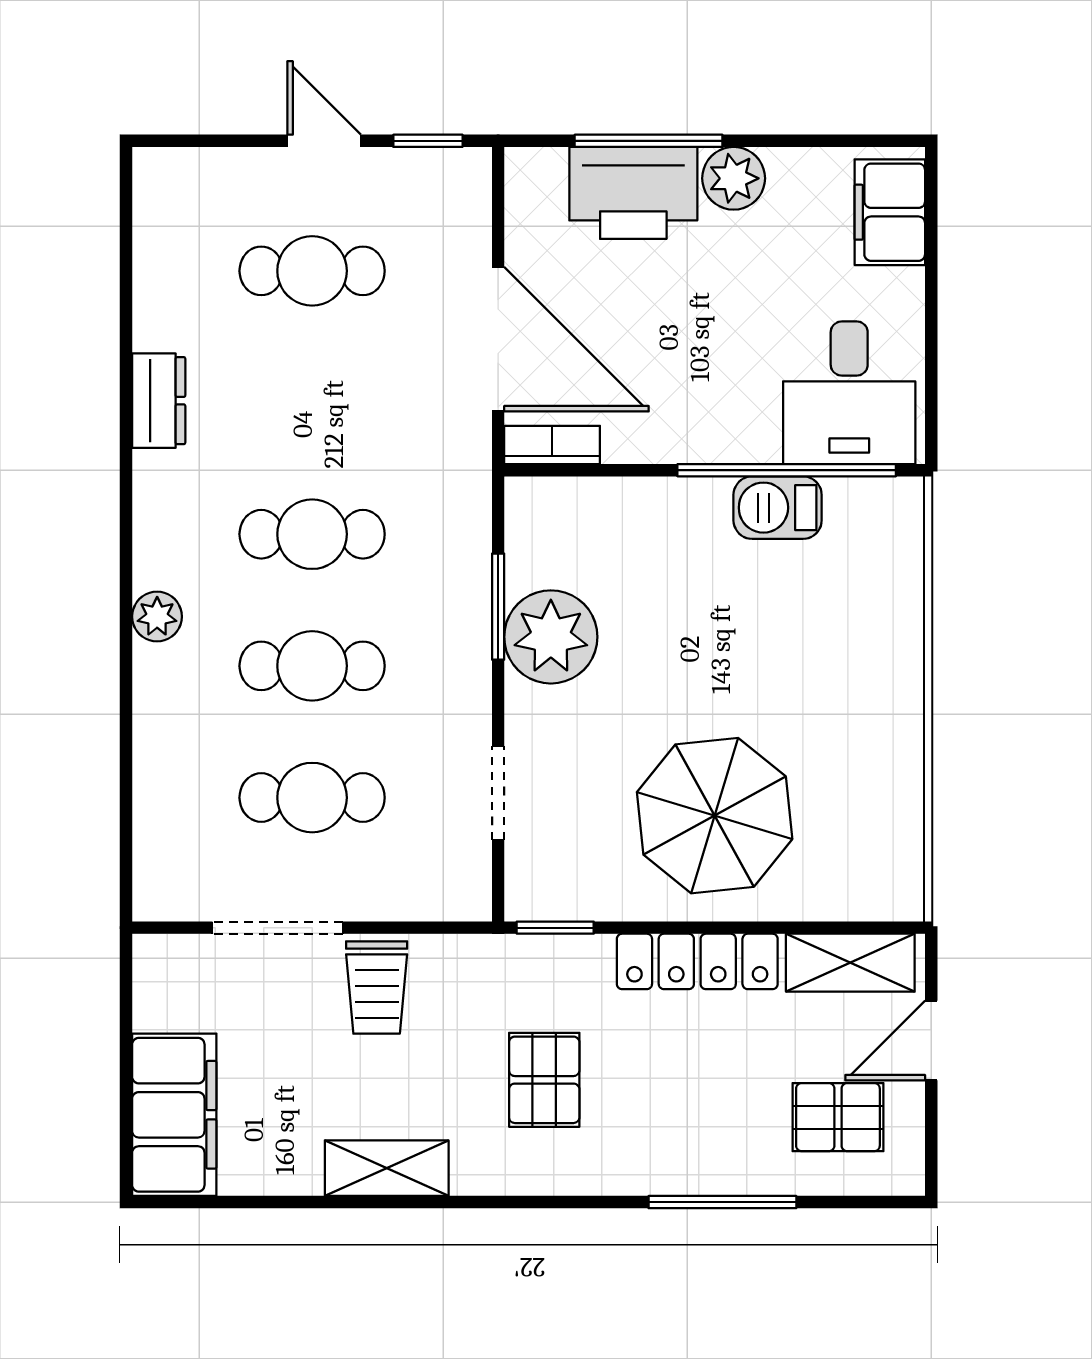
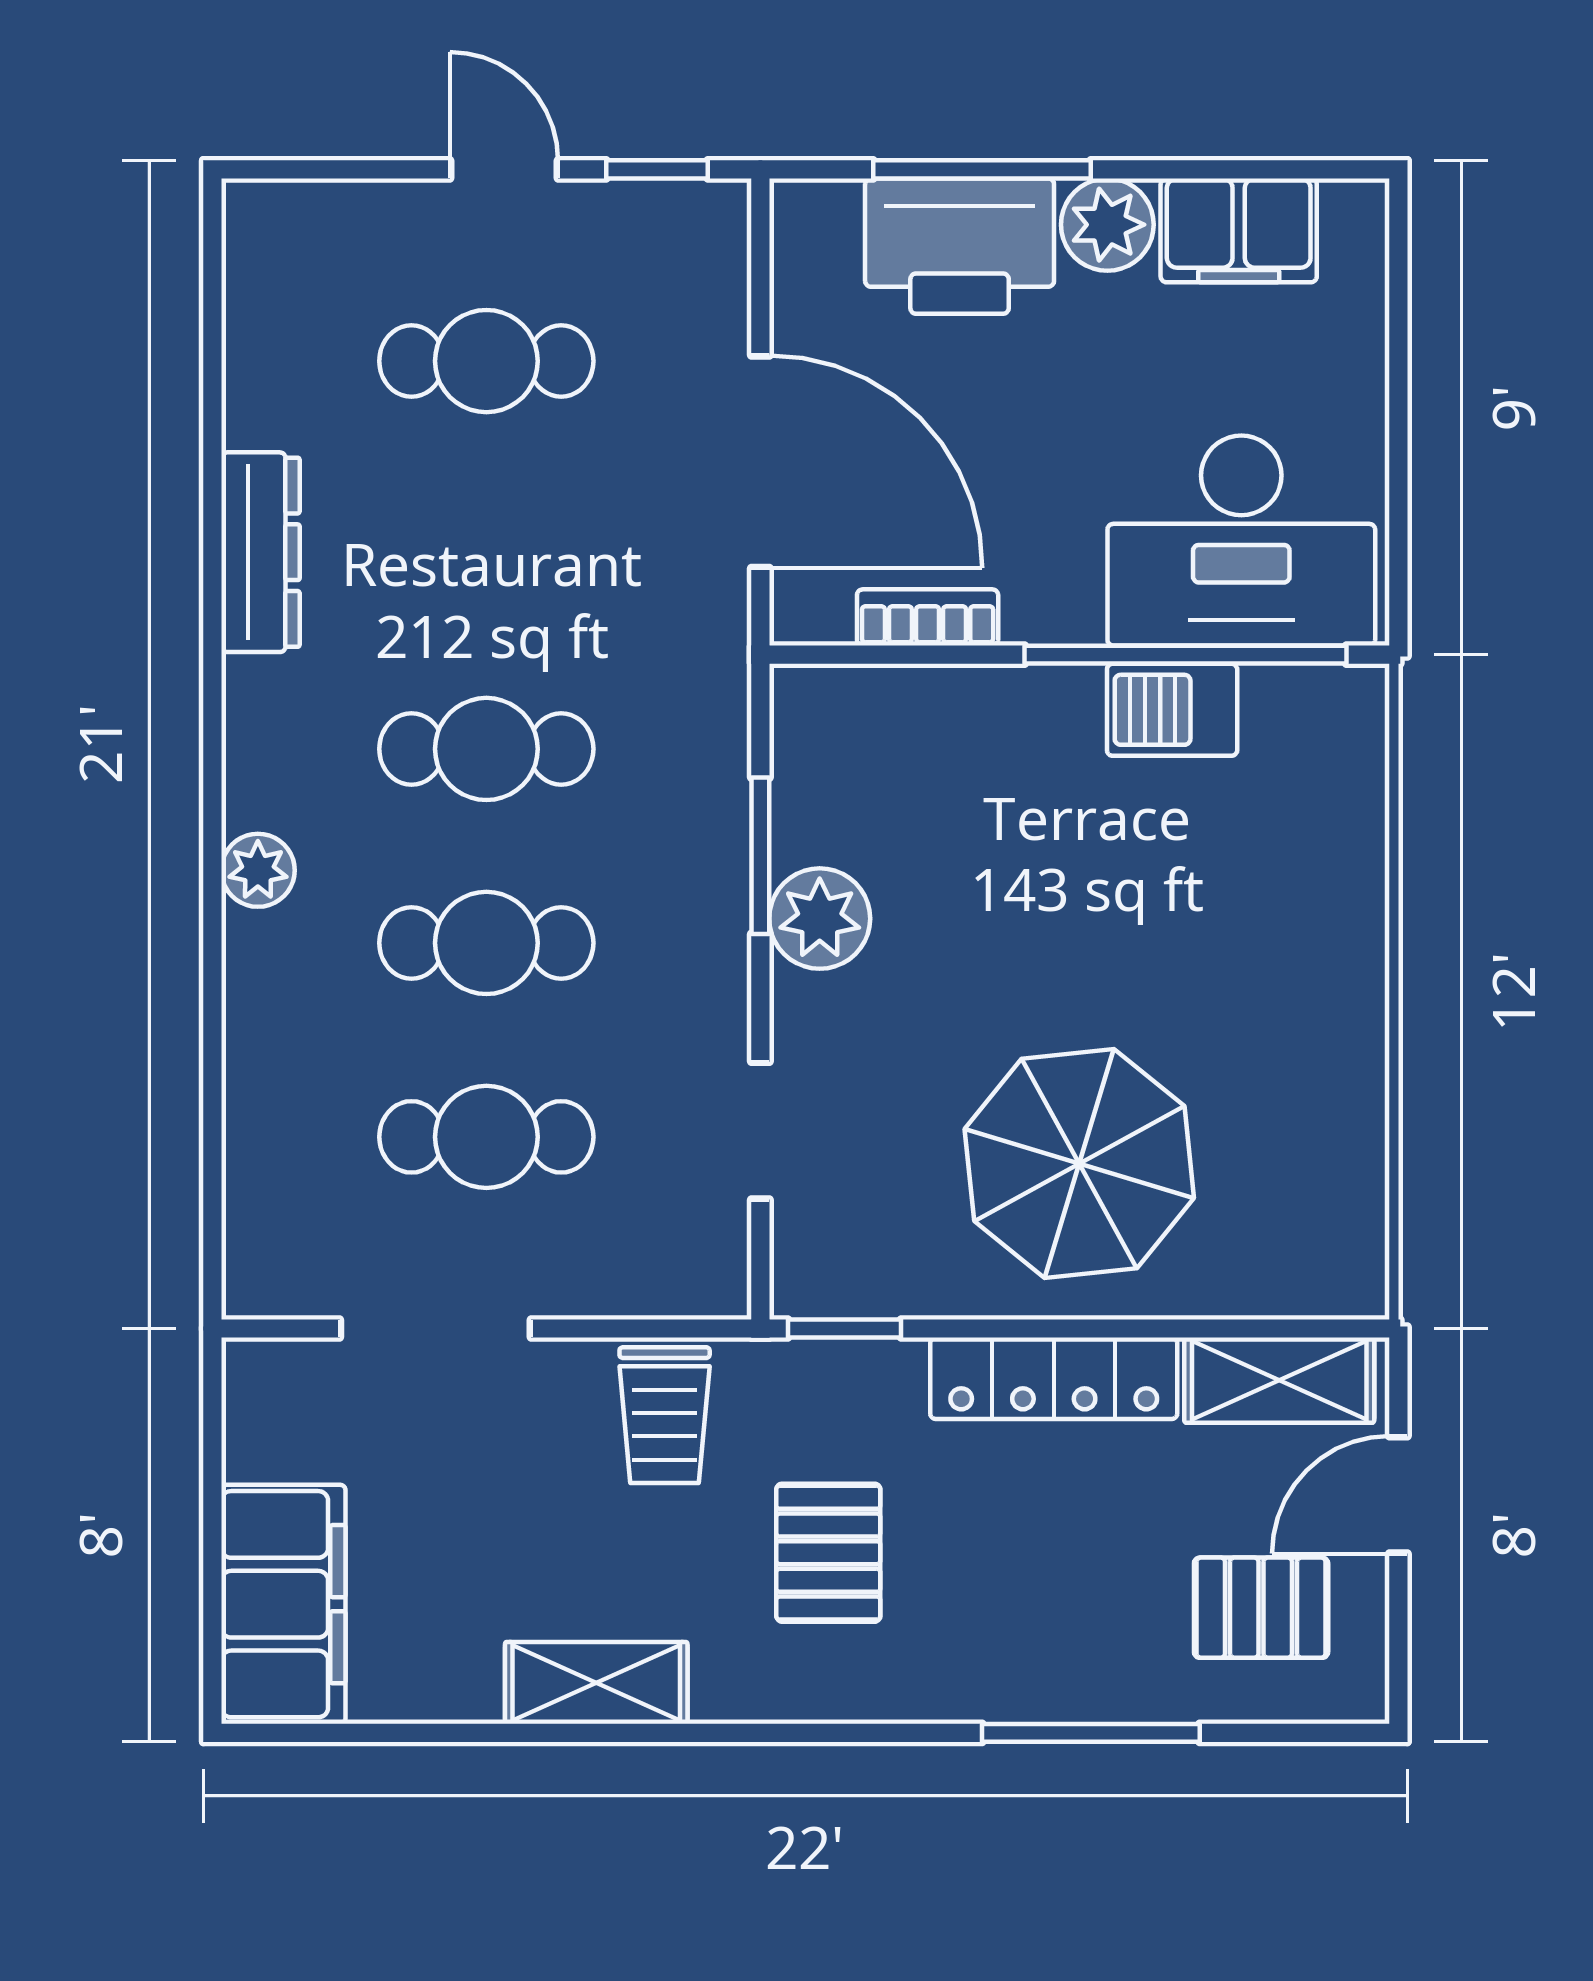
filing cabinet: (890, 212) -> (1239, 230), moved, turned -90
desk: (849, 393) -> (1241, 541), width x1.37
dresser: (159, 401) -> (260, 552), width x1.44
bookcase: (552, 445) -> (928, 617), moved
plant: (551, 637) -> (820, 919), width x0.73, depth x0.73
trolley: (377, 987) -> (665, 1415), moved

